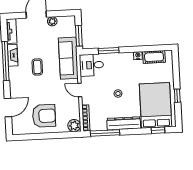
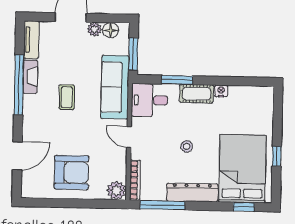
floor lamp: (63, 21) -> (111, 30), added
cot: (154, 57) -> (197, 94), moved

